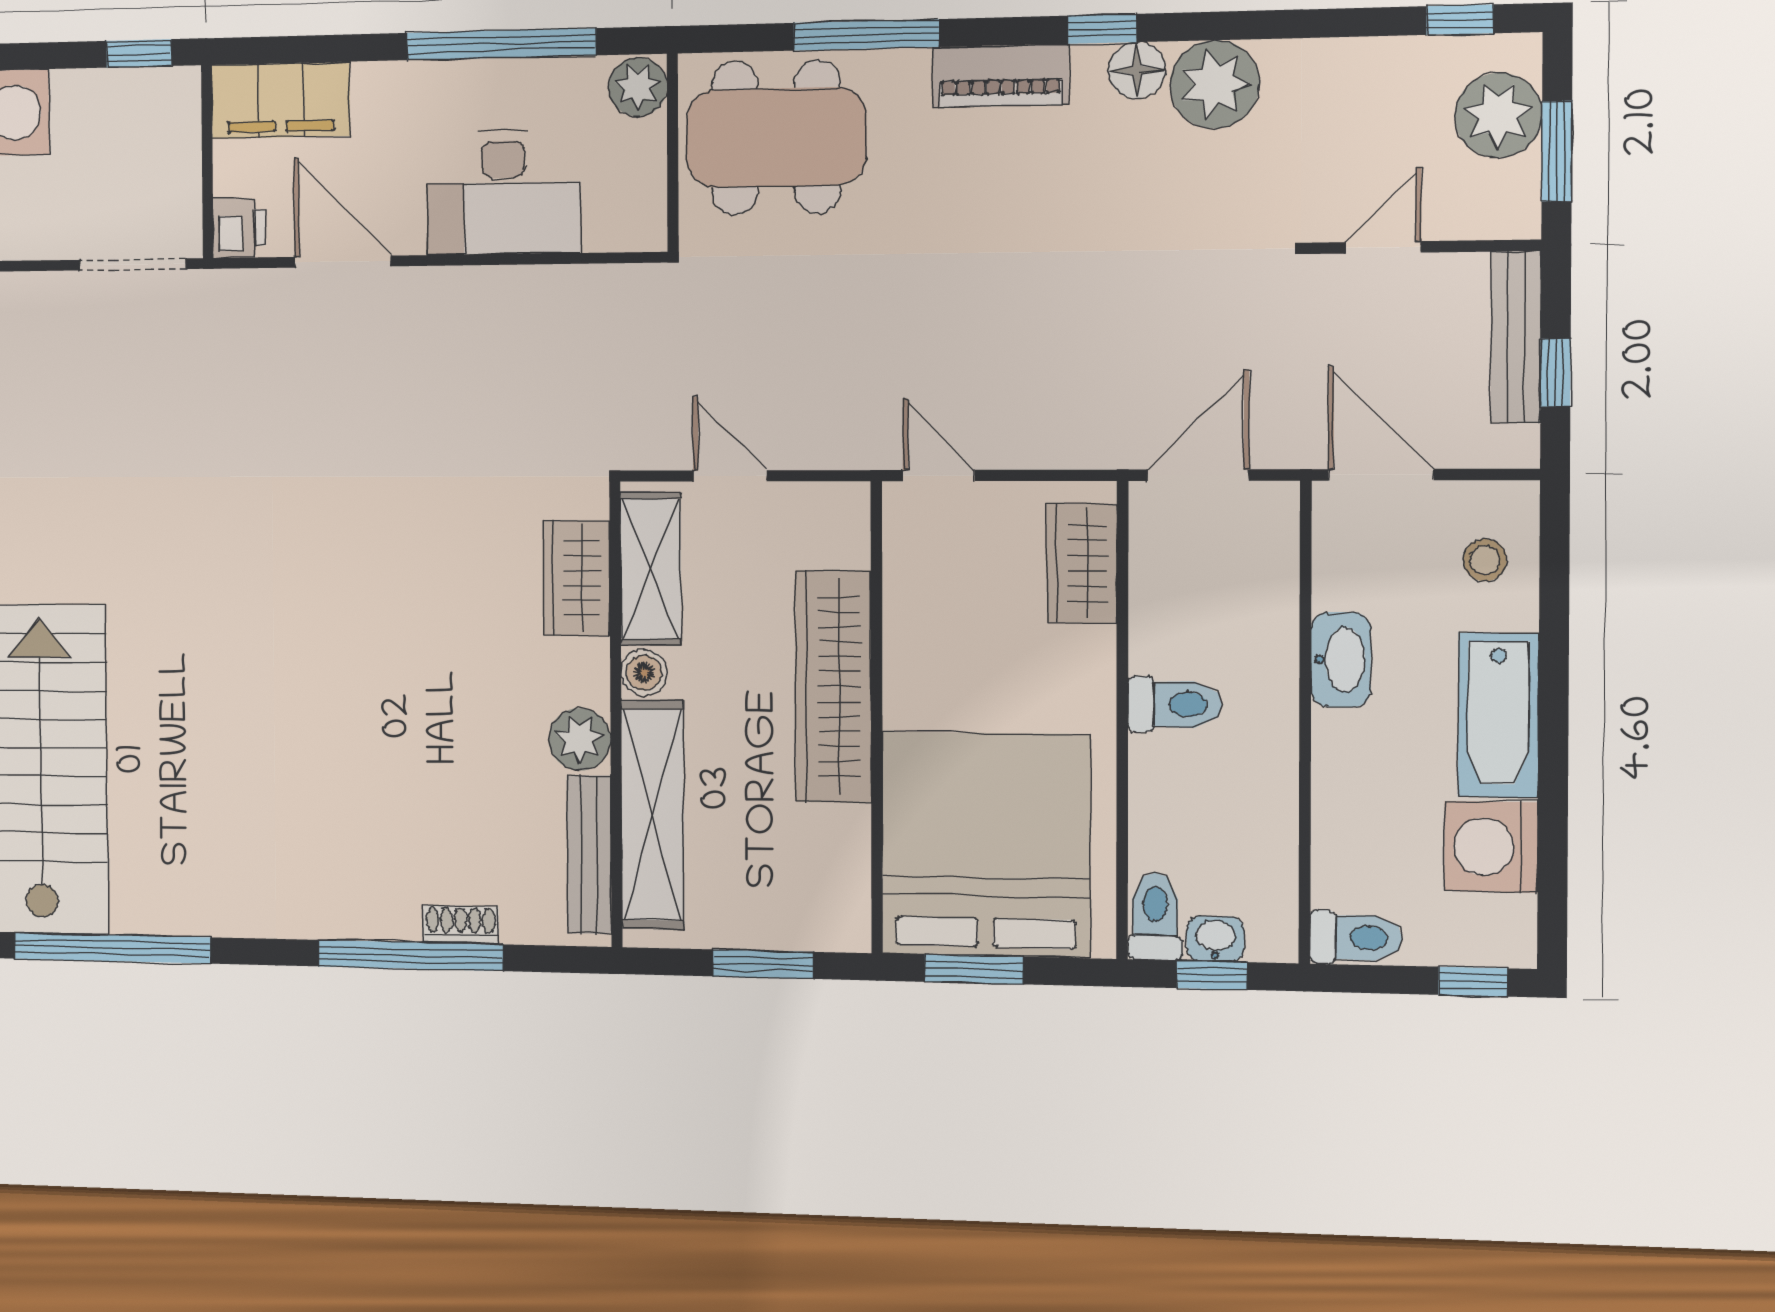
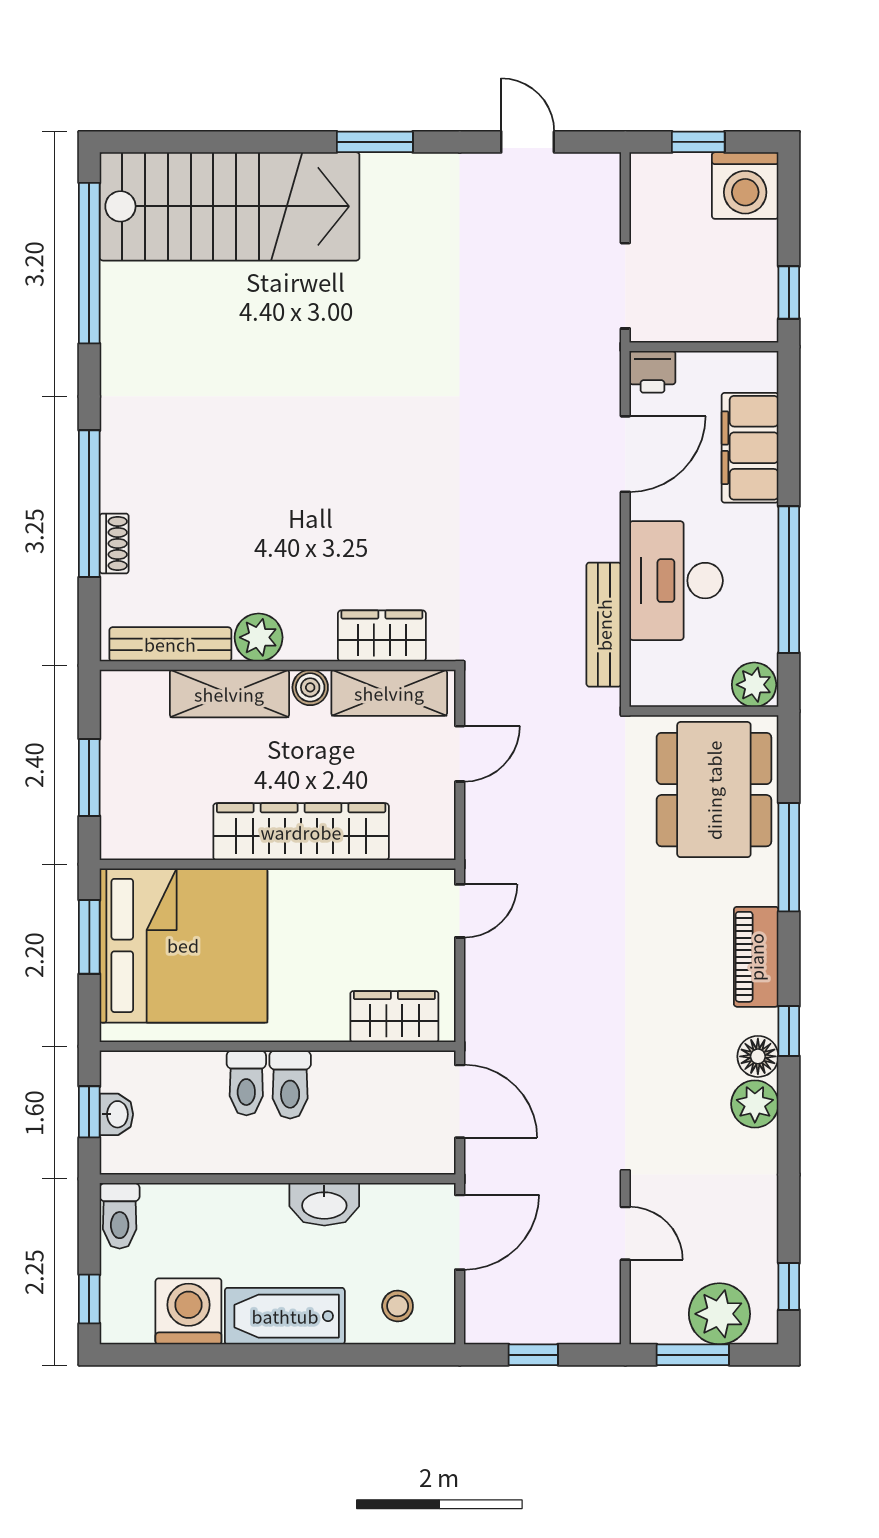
plant: (1215, 84) -> (755, 1104), width x0.73, depth x0.73
filing cabinet: (281, 100) -> (750, 448), moved
bench: (1516, 337) -> (604, 625), moved, turned 90
shelving: (653, 815) -> (229, 694), width x0.68
toilet: (1155, 916) -> (246, 1083), moved, turned 90

